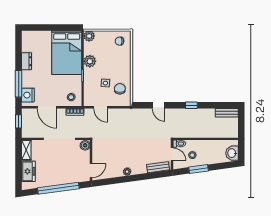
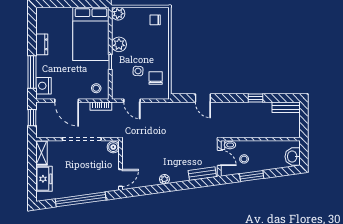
window: (191, 105) -> (255, 98), moved

